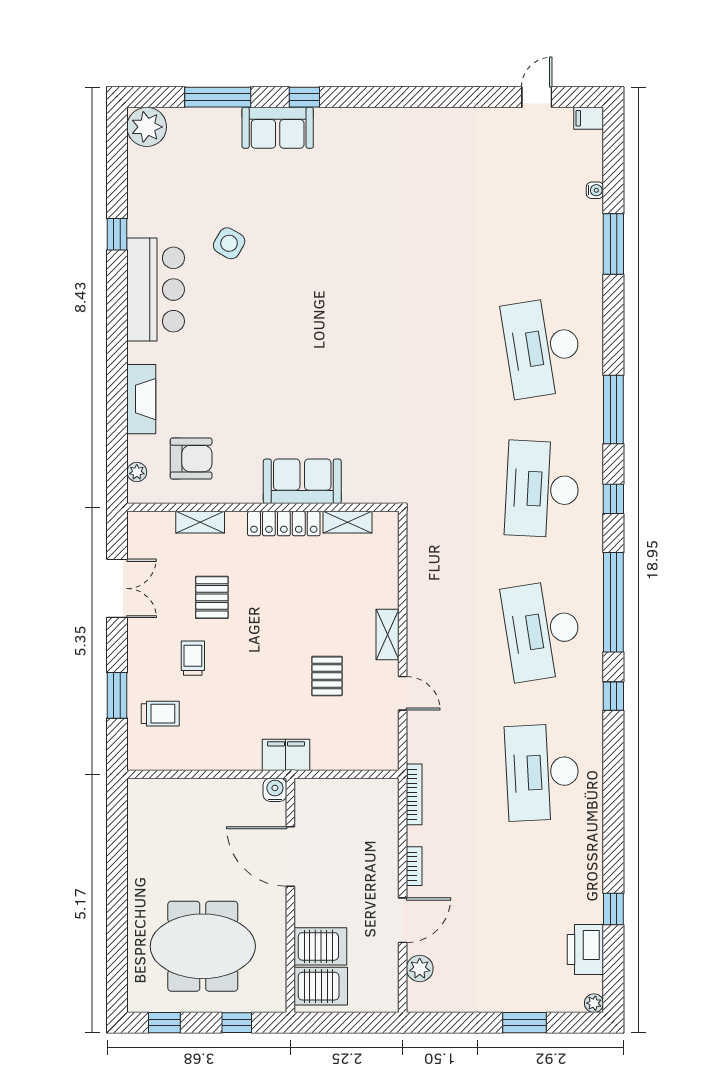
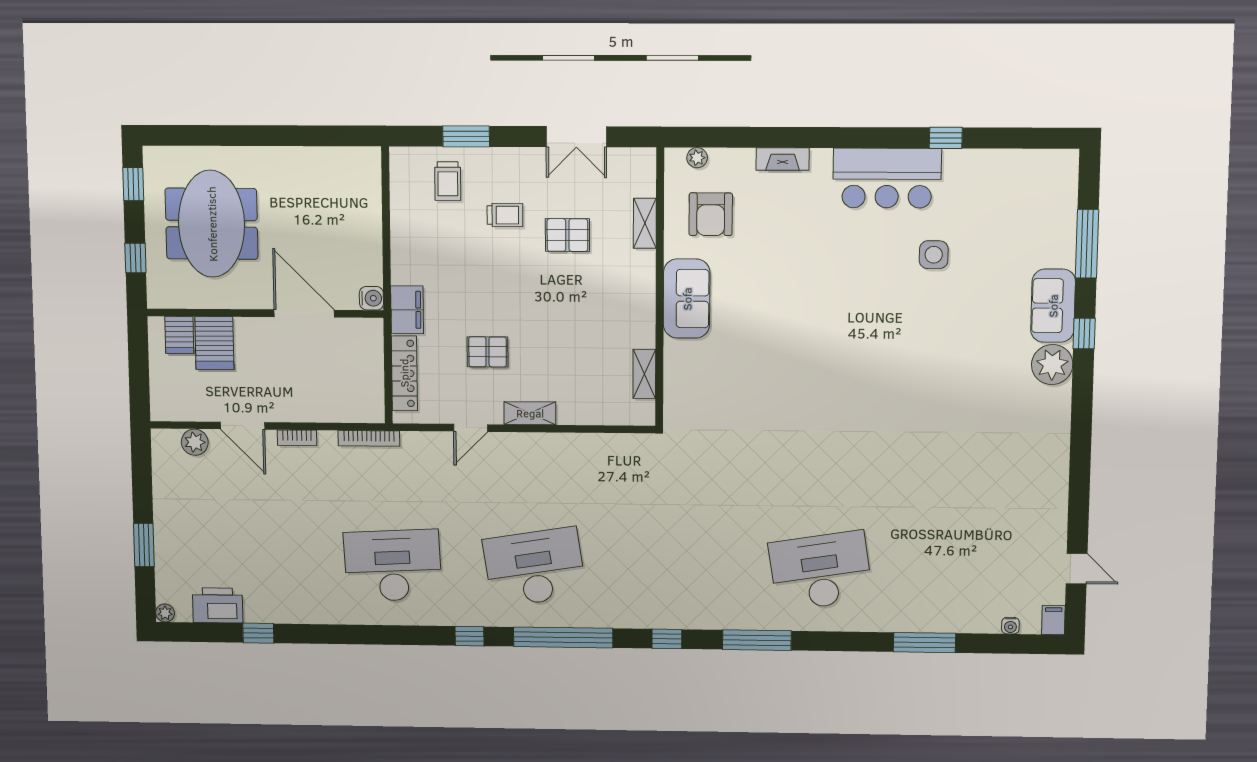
plant: (147, 127) -> (1052, 365), moved
water cooler: (595, 190) -> (1010, 626), moved
side table: (229, 243) -> (934, 255), turned -30
fireplace: (141, 399) -> (783, 159), width x0.73, depth x0.76
sofa: (302, 481) -> (687, 299), moved
desk: (542, 489) -> (677, 569), removed
locker: (284, 524) -> (404, 373), moved, turned 180
door: (290, 856) -> (304, 313), hinge flipped
server rack: (321, 986) -> (179, 335), width x0.73, depth x0.70

